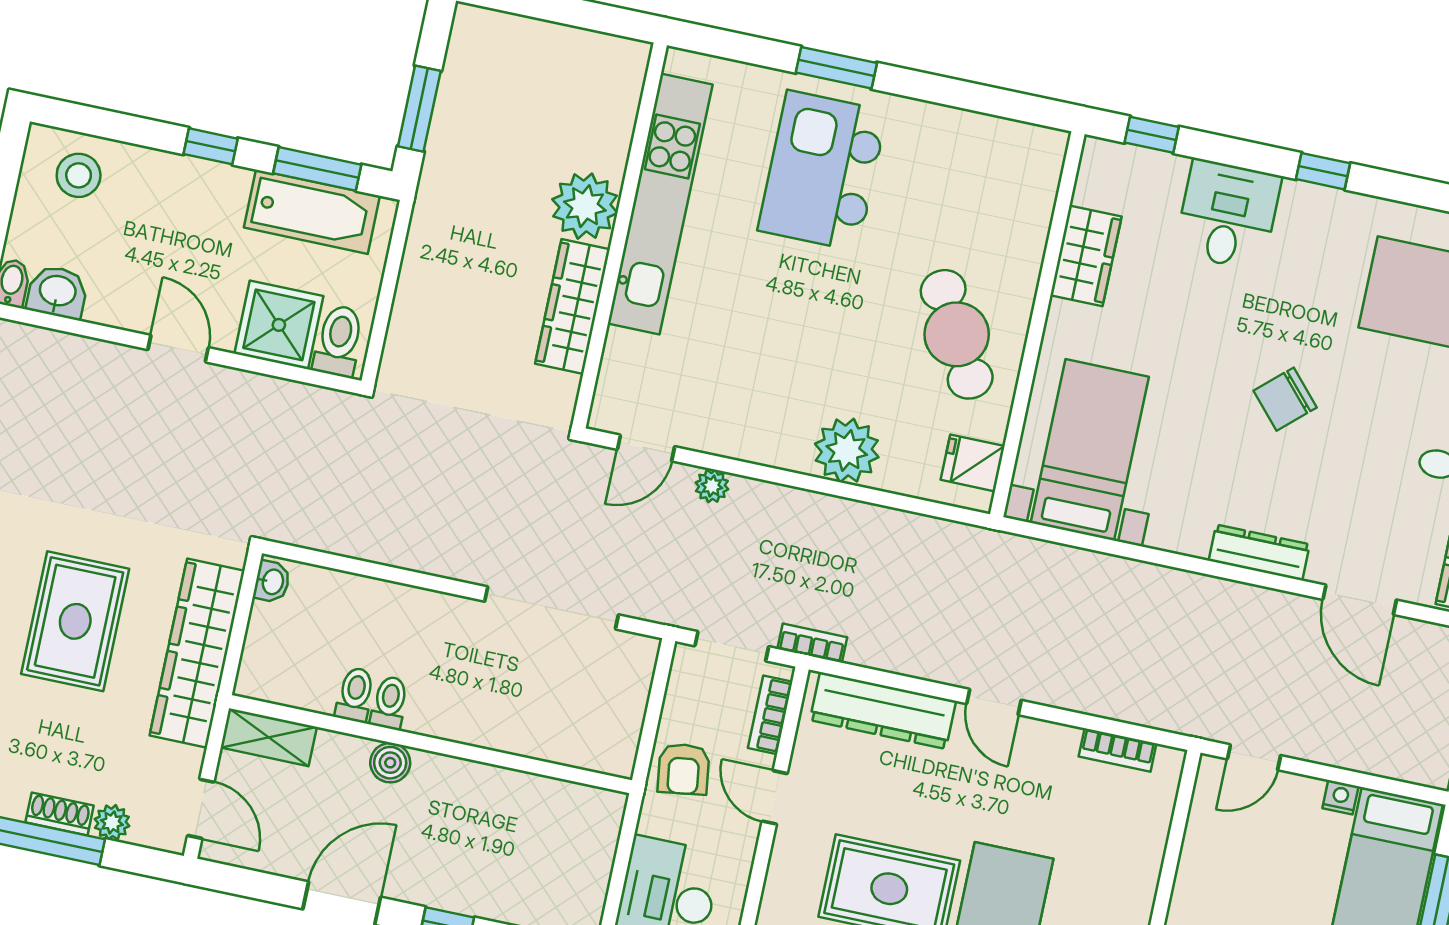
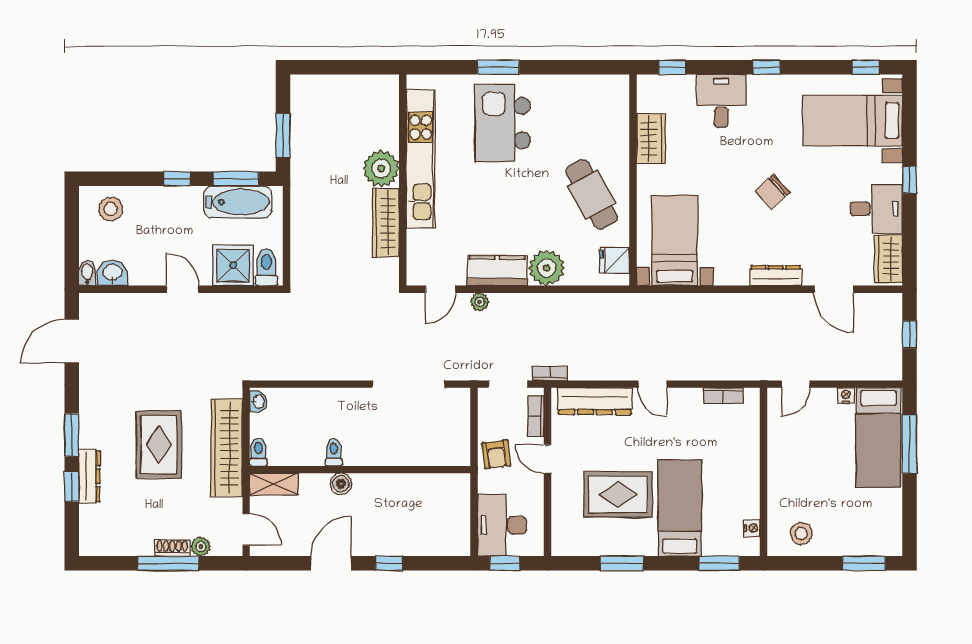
kitchen counter: (756, 436) -> (497, 271), added
toilet: (355, 695) -> (258, 452), moved

